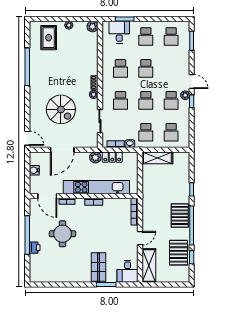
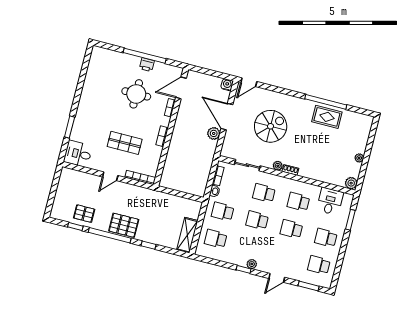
desk: (119, 32) -> (330, 201), moved, turned -90
rug: (49, 38) -> (327, 117), moved
door: (192, 82) -> (277, 278), moved
school desk: (171, 100) -> (250, 248), removed
spiral stairs: (61, 109) -> (271, 126), turned 180
plant: (95, 157) -> (214, 133), moved
locker: (112, 157) -> (205, 169), removed
shelving: (157, 158) -> (187, 235), moved
water cooler: (34, 170) -> (227, 85), moved
kitchen unit: (96, 187) -> (177, 143), removed
door: (140, 238) -> (110, 176), hinge flipped
printer: (35, 248) -> (147, 65), moved
pallet: (178, 253) -> (84, 214), width x0.67, depth x0.71
shelving: (149, 266) -> (78, 178), removed
shop shelf: (99, 267) -> (125, 143), moved

